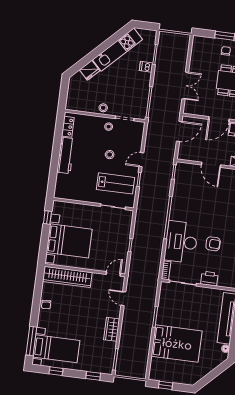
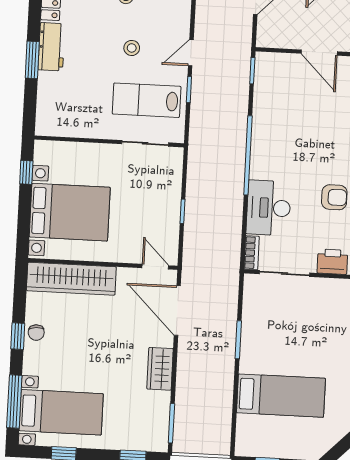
workbench: (66, 155) -> (51, 47), width x0.73
window: (55, 157) -> (32, 60), added
lab bench: (115, 183) -> (147, 100), turned 180
desk: (181, 242) -> (269, 208), width x0.73, depth x0.77
door: (113, 274) -> (155, 267), hinge flipped
door: (123, 299) -> (177, 311), width x1.87
window: (36, 306) -> (18, 336), added
bed: (177, 344) -> (281, 396), width x0.67

